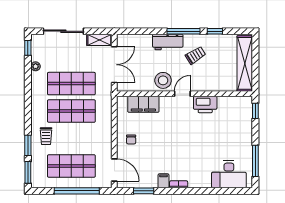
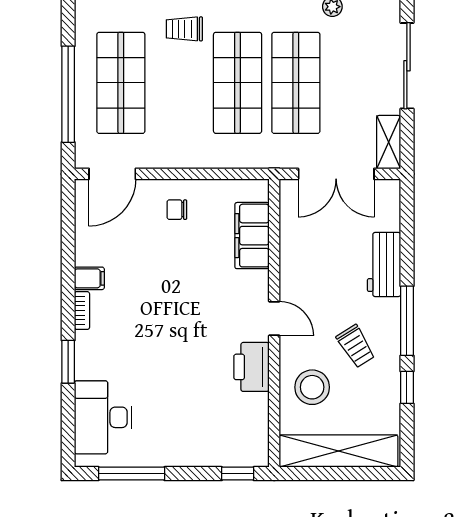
workbench: (168, 42) -> (384, 265), moved
stool: (163, 80) -> (312, 387), moved
window: (144, 191) -> (68, 362), moved

